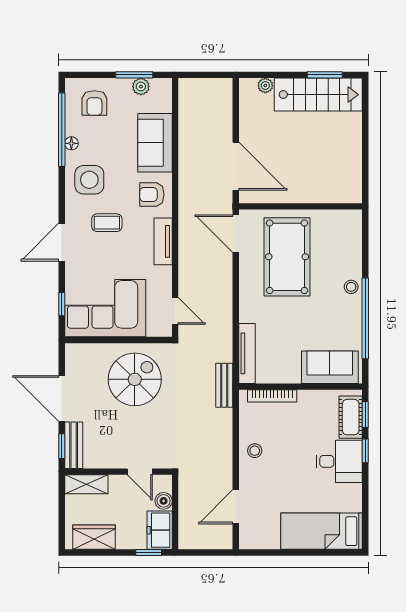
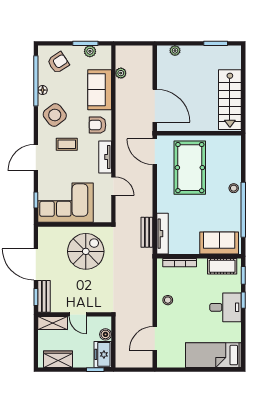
stairs: (318, 95) -> (230, 100), moved, turned 90
armchair: (94, 103) -> (58, 63), turned -123
plant: (186, 118) -> (121, 73), added
side table: (89, 180) -> (55, 115), turned -38
door: (175, 311) -> (113, 186), moved
bench: (224, 385) -> (147, 232), moved
cot: (351, 417) -> (222, 266), moved, turned 90
door: (140, 472) -> (78, 314), moved

